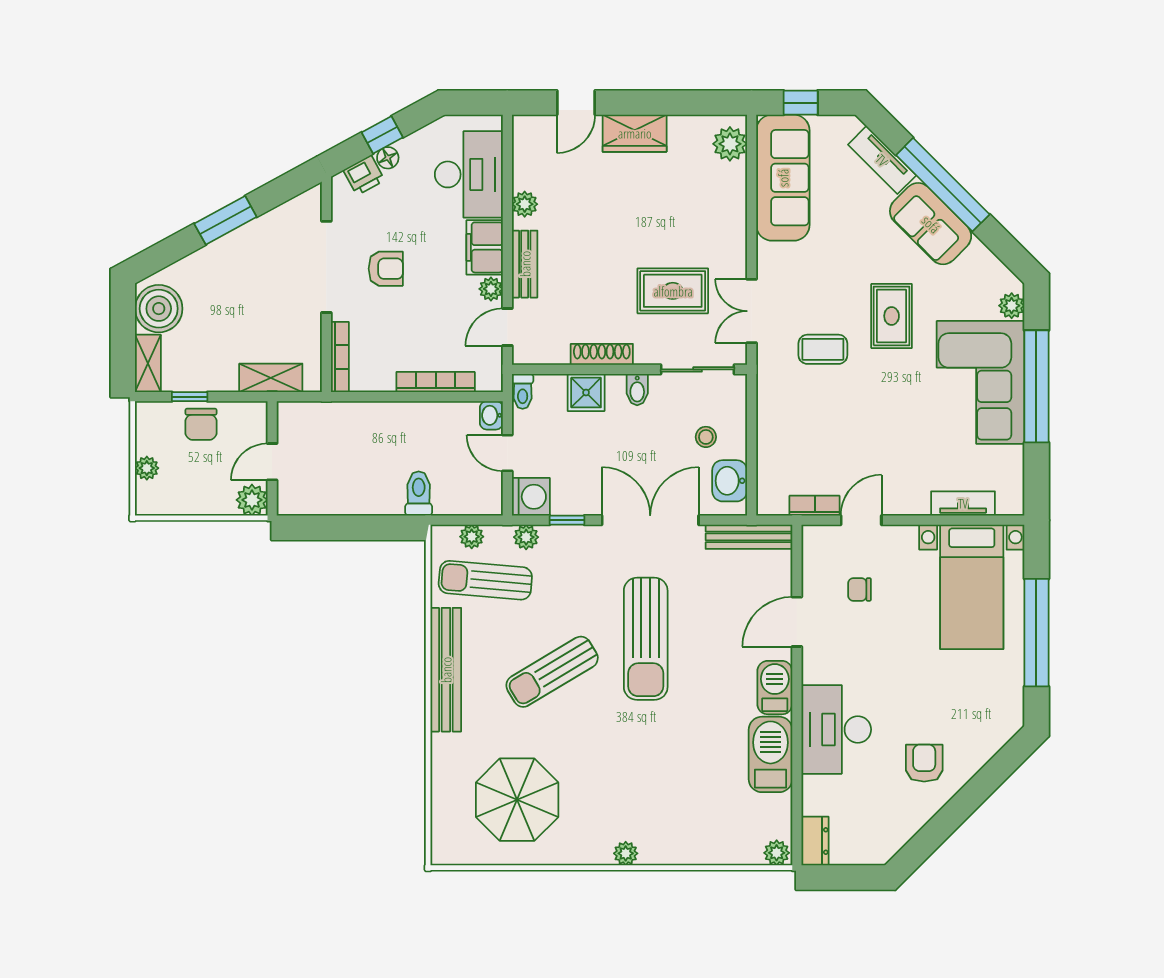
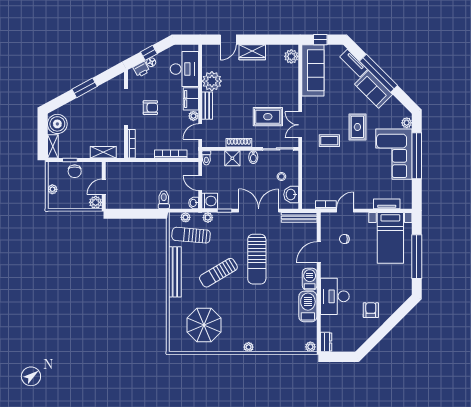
plant: (525, 204) -> (212, 81), width x1.88, depth x1.88
washbasin: (491, 415) -> (194, 203), moved

